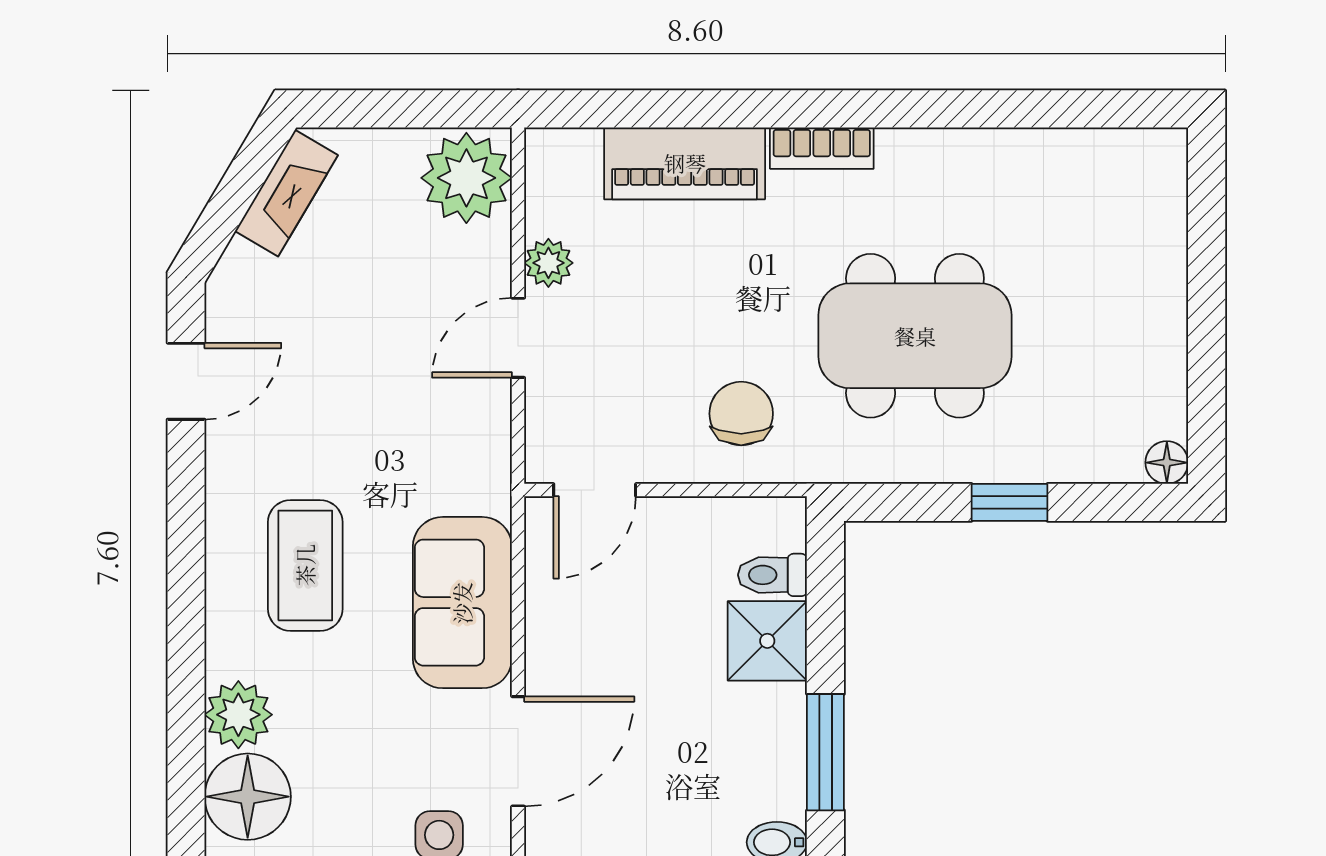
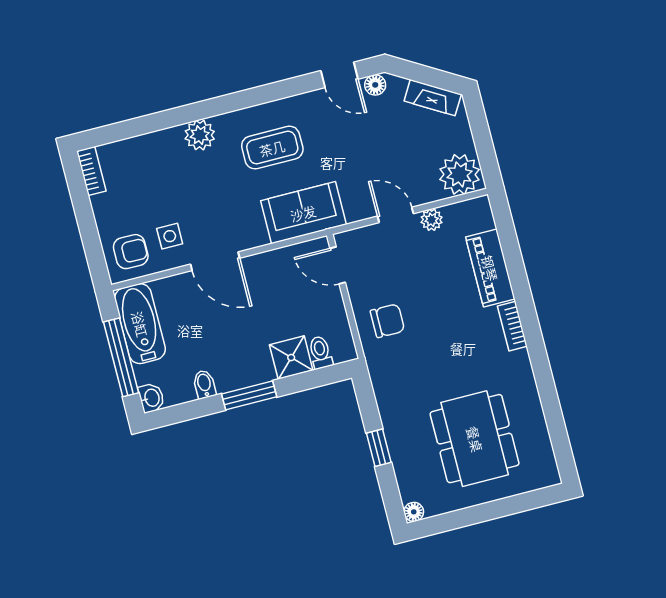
dining table: (915, 336) -> (475, 439), moved
sofa: (462, 603) -> (303, 213), moved
floor lamp: (248, 797) -> (375, 85), moved, width x0.53, depth x0.53

